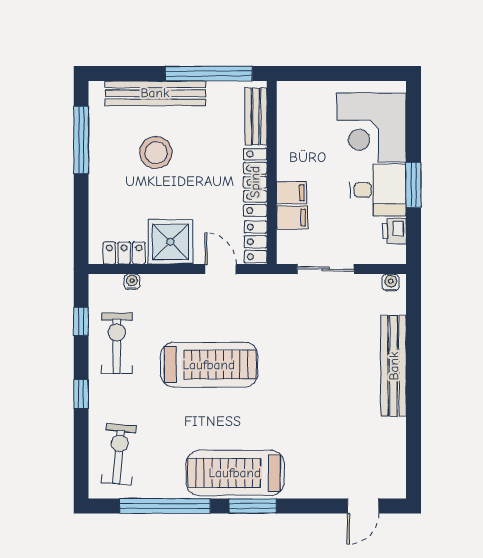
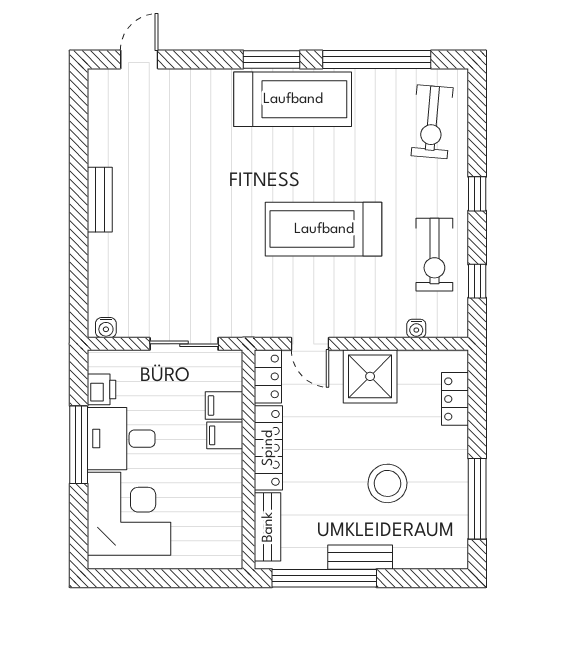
bench: (155, 93) -> (360, 557), width x0.54, depth x0.82
window: (413, 185) -> (79, 445), width x1.44
locker: (124, 253) -> (455, 399), moved, turned 90
bench: (394, 366) -> (100, 200), width x0.54, depth x0.82

